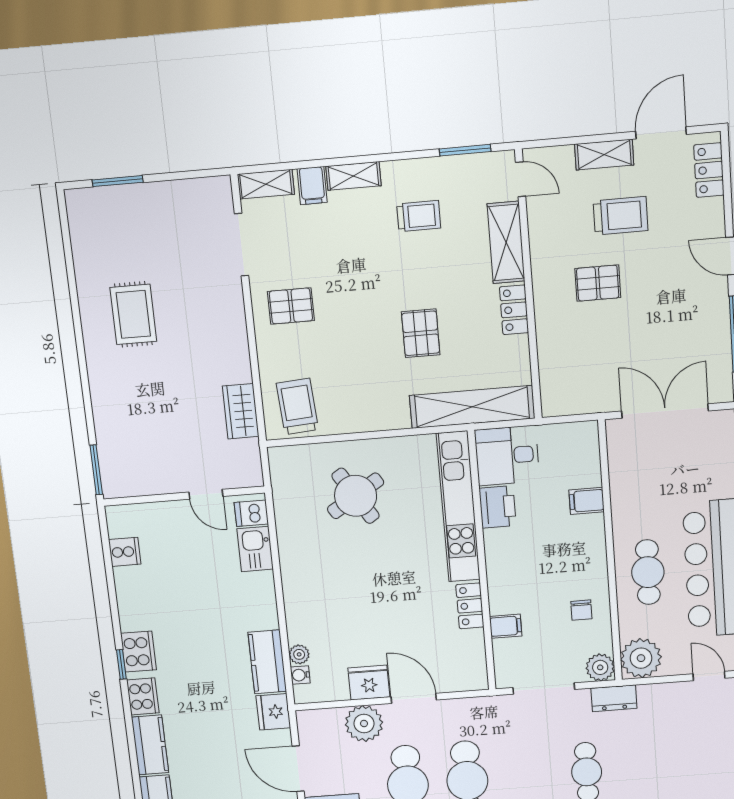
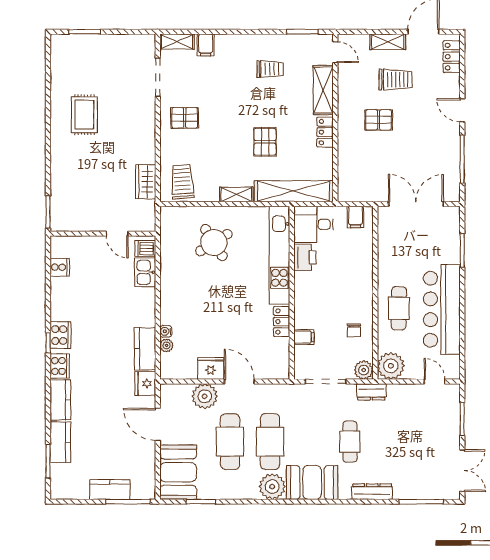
shelving: (353, 176) -> (236, 194), moved
filing cabinet: (587, 501) -> (355, 217), moved, turned -90
water cooler: (300, 675) -> (166, 331), moved

